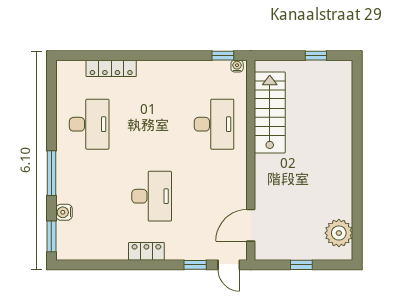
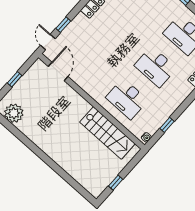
window: (223, 56) -> (167, 125), moved
desk: (152, 196) -> (156, 67), moved
door: (229, 265) -> (48, 42), hinge flipped

